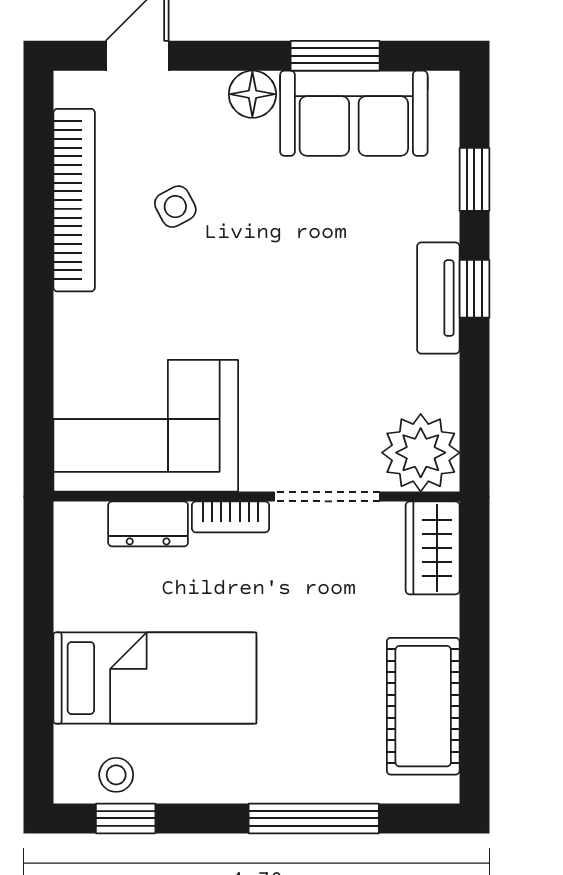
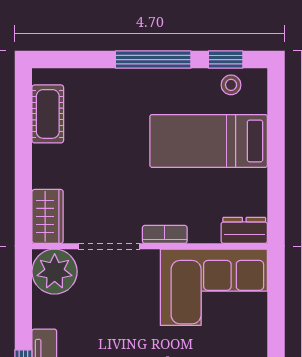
dresser: (148, 524) -> (244, 230), moved
cot: (423, 706) -> (48, 114), width x0.73, depth x0.75
window: (314, 818) -> (153, 60), moved

